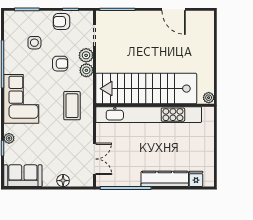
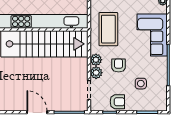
door: (174, 9) -> (37, 112), moved
armchair: (60, 64) -> (119, 65), turned 90
coffee table: (72, 106) -> (108, 29), width x1.36, depth x1.32

